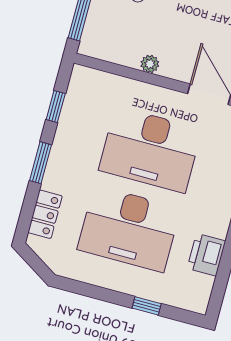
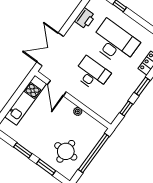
desk: (150, 150) -> (92, 74), width x0.73, depth x0.77

